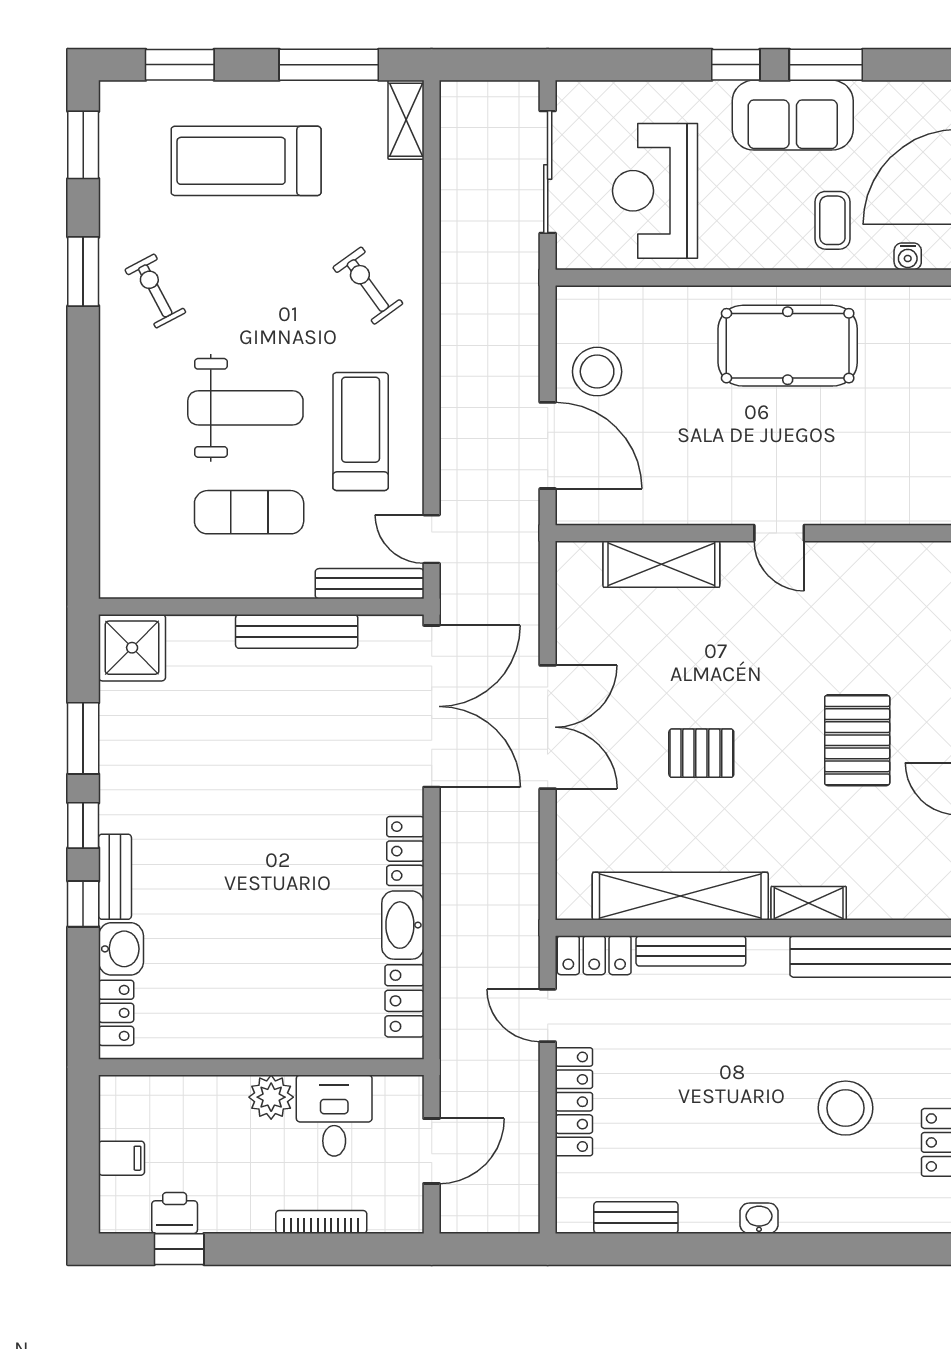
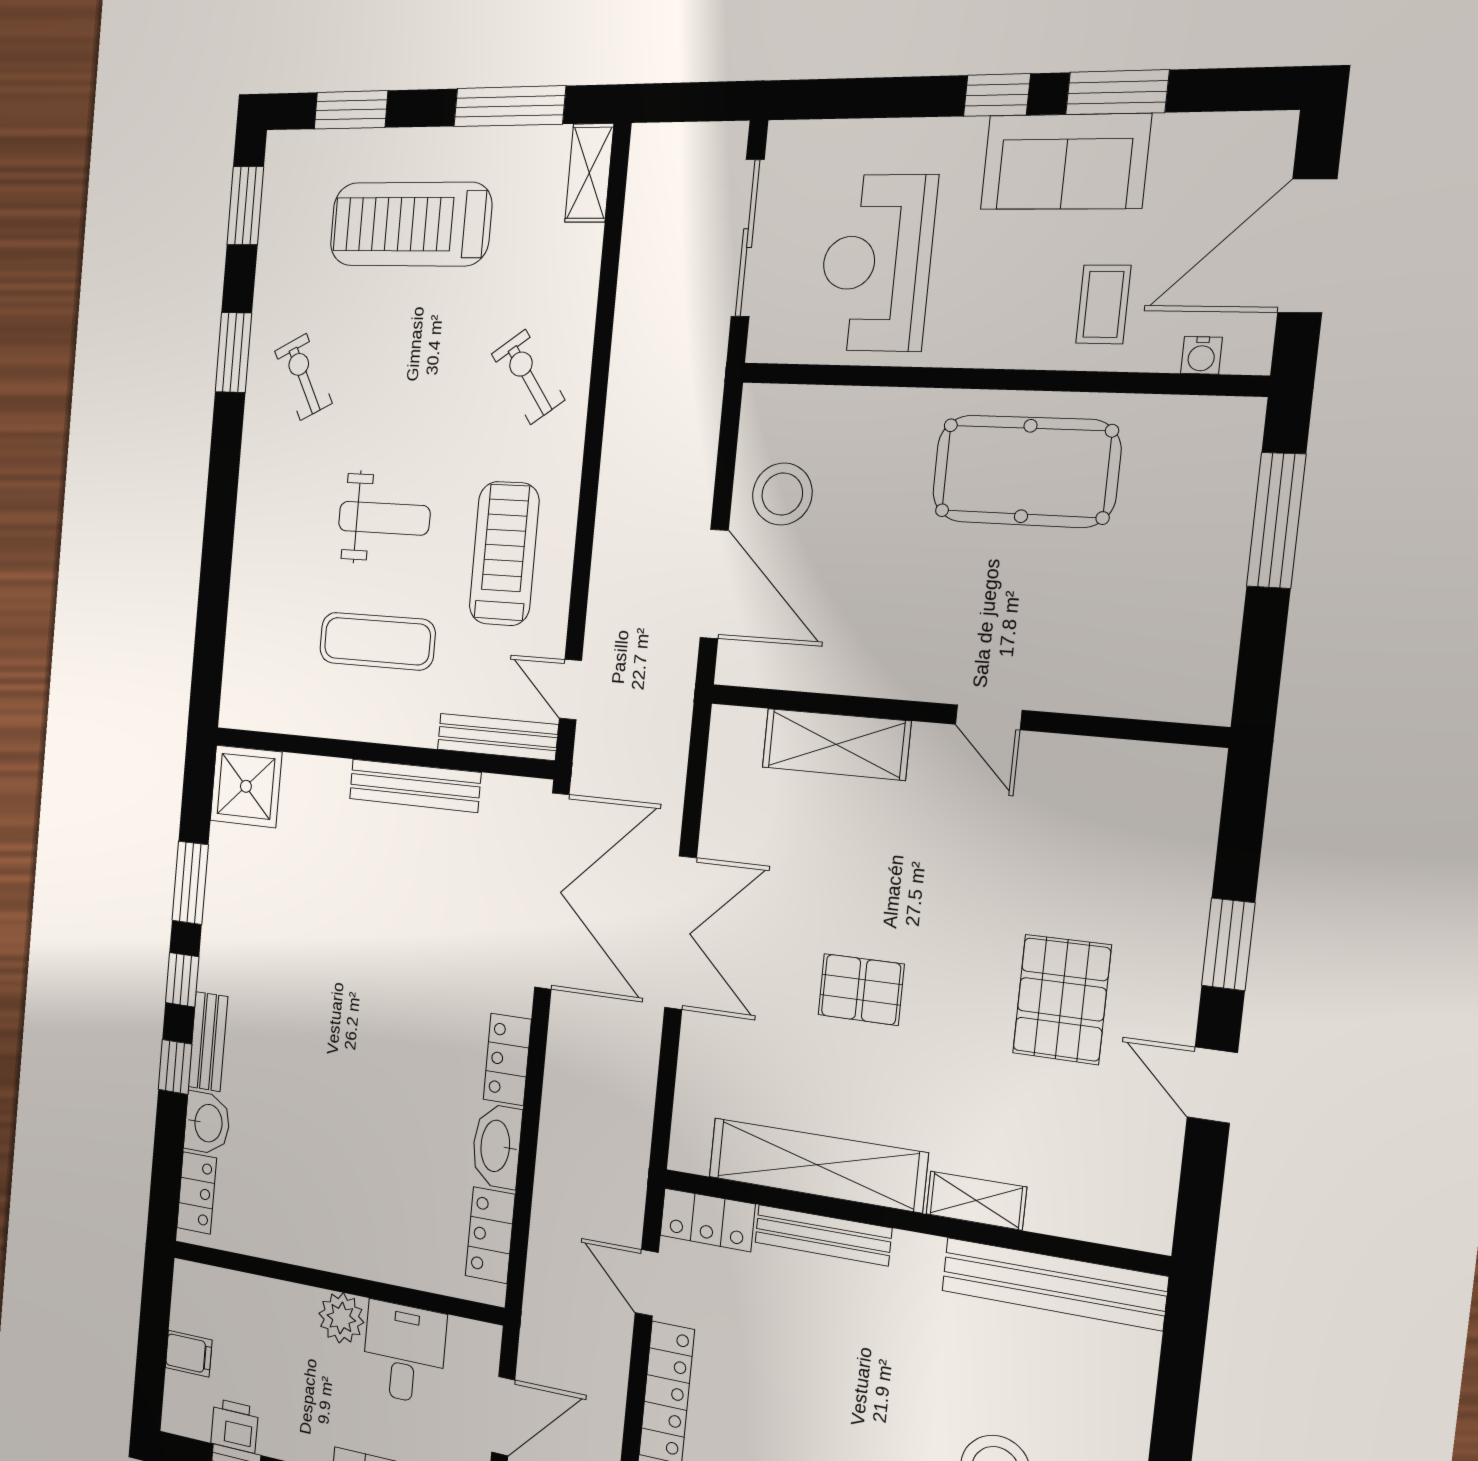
weight bench: (245, 408) -> (384, 518), width x0.73, depth x0.75

